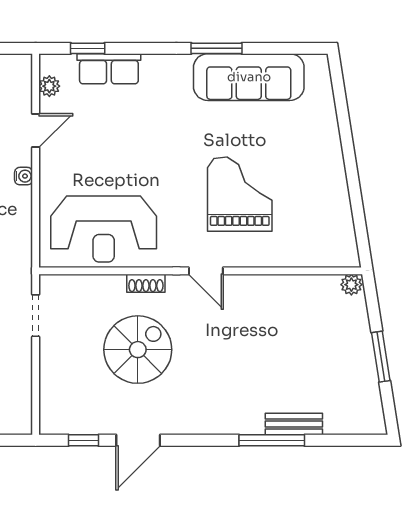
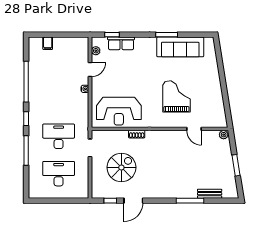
door: (206, 271) -> (194, 129), moved
spiral stairs: (138, 350) -> (121, 167), moved
bench: (294, 424) -> (210, 194), moved

